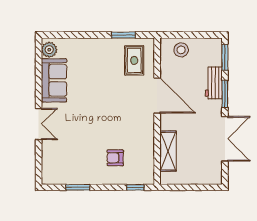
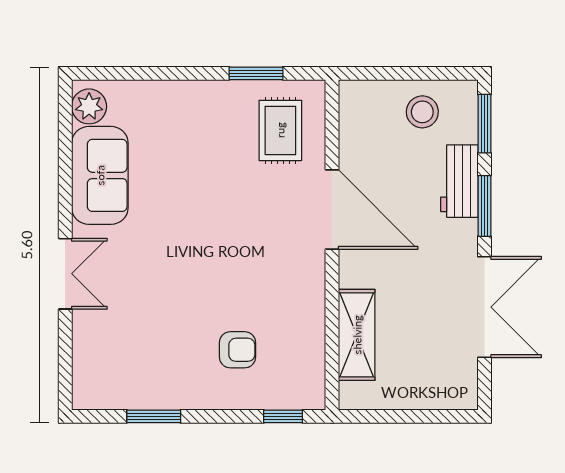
stool: (181, 50) -> (422, 112), moved
armchair: (115, 158) -> (238, 350), turned 180

